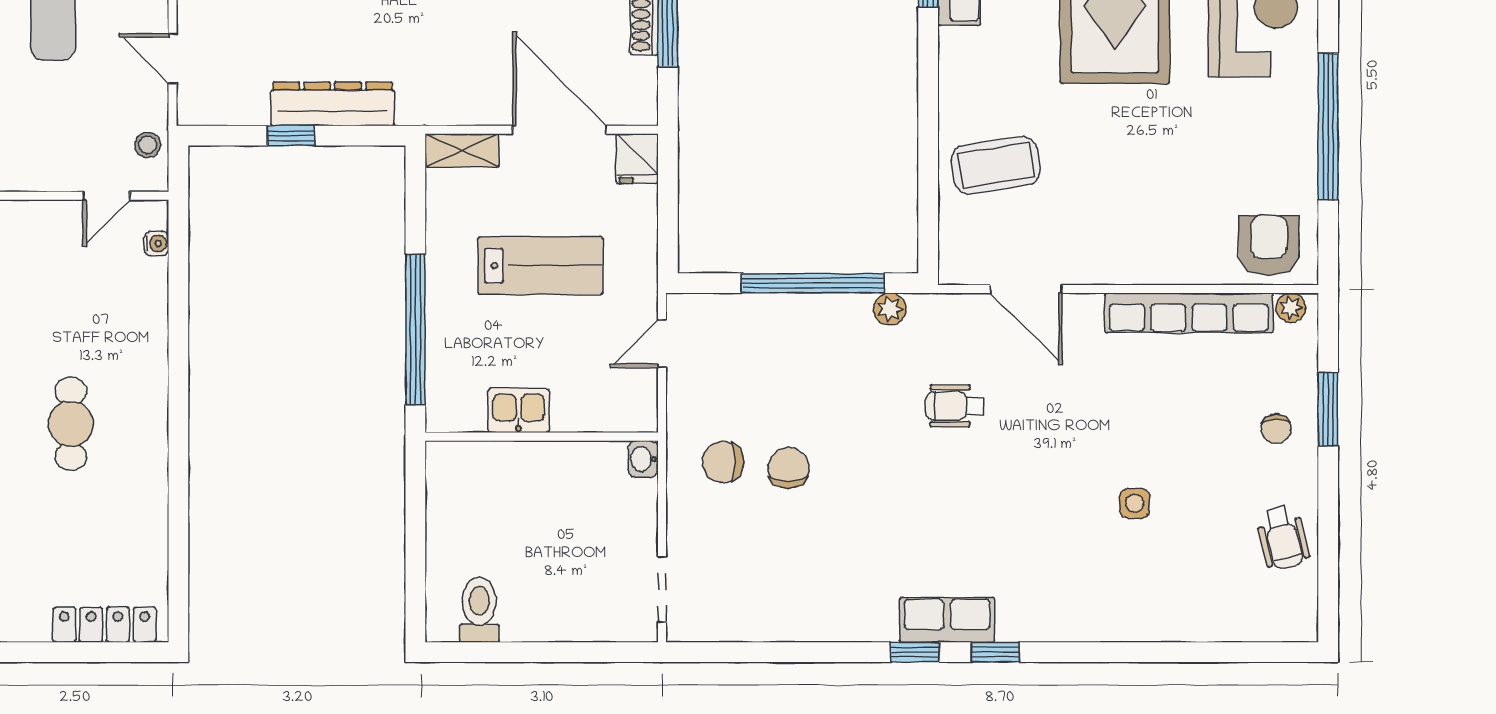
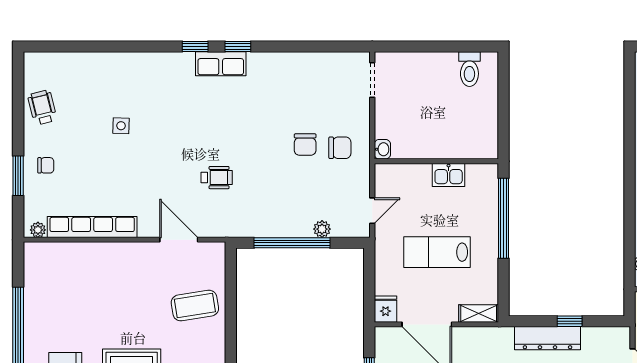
armchair: (1269, 245) -> (50, 263), removed
plant: (890, 309) -> (322, 229), moved
chair: (1276, 429) -> (46, 165), turned 91

